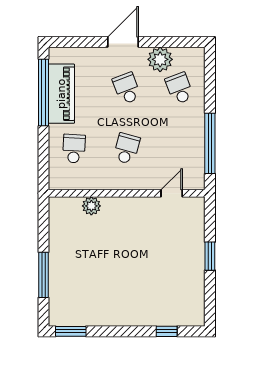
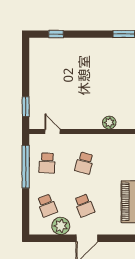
school desk: (74, 149) -> (47, 163), moved
door: (172, 193) -> (53, 131), swing flipped
window: (210, 256) -> (26, 107), moved

